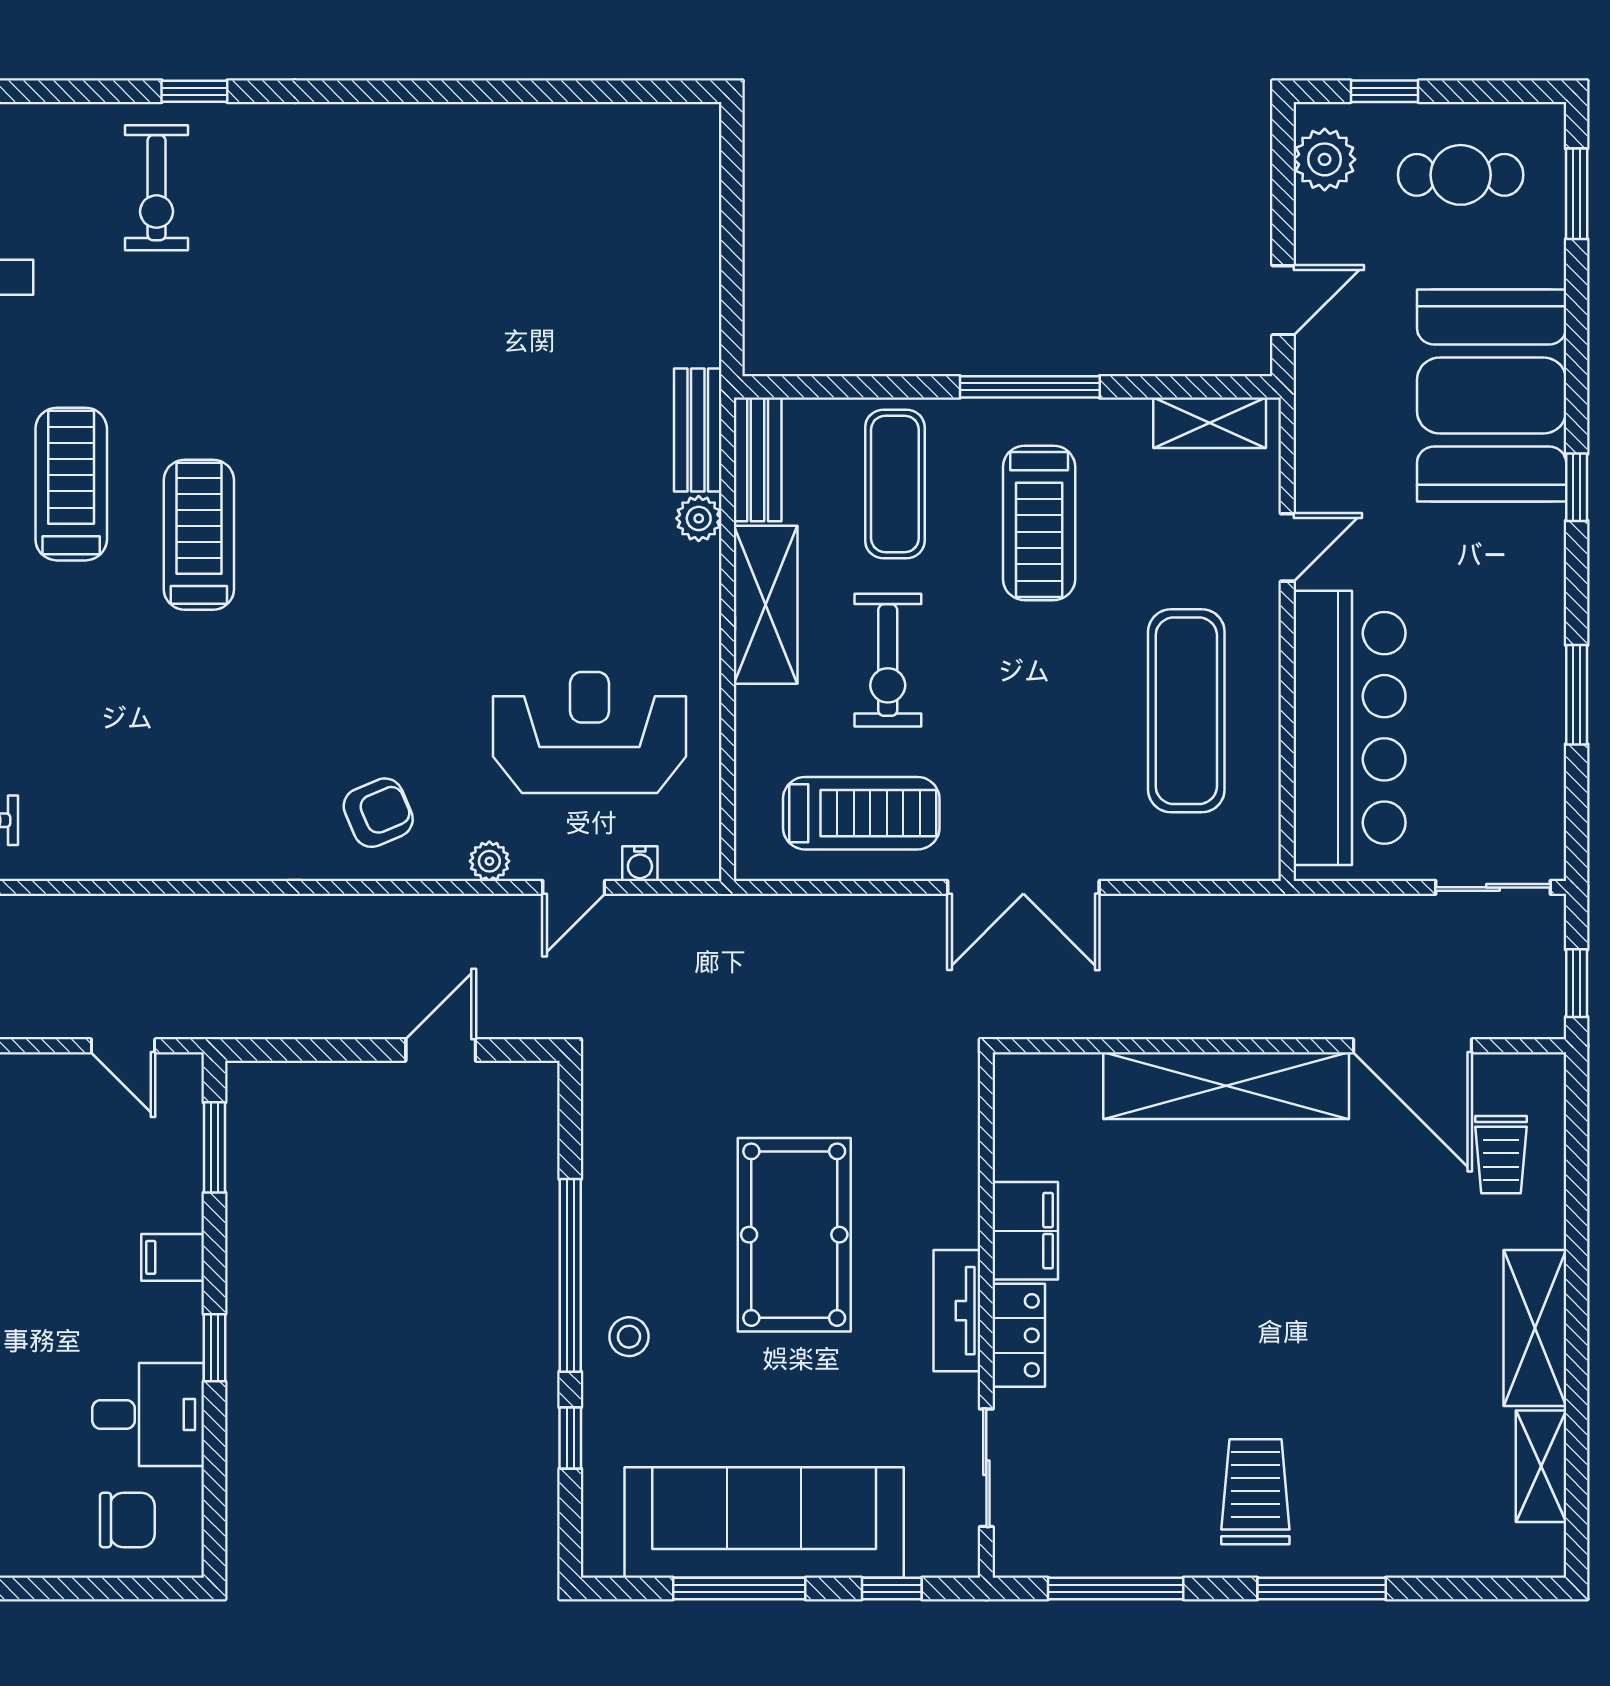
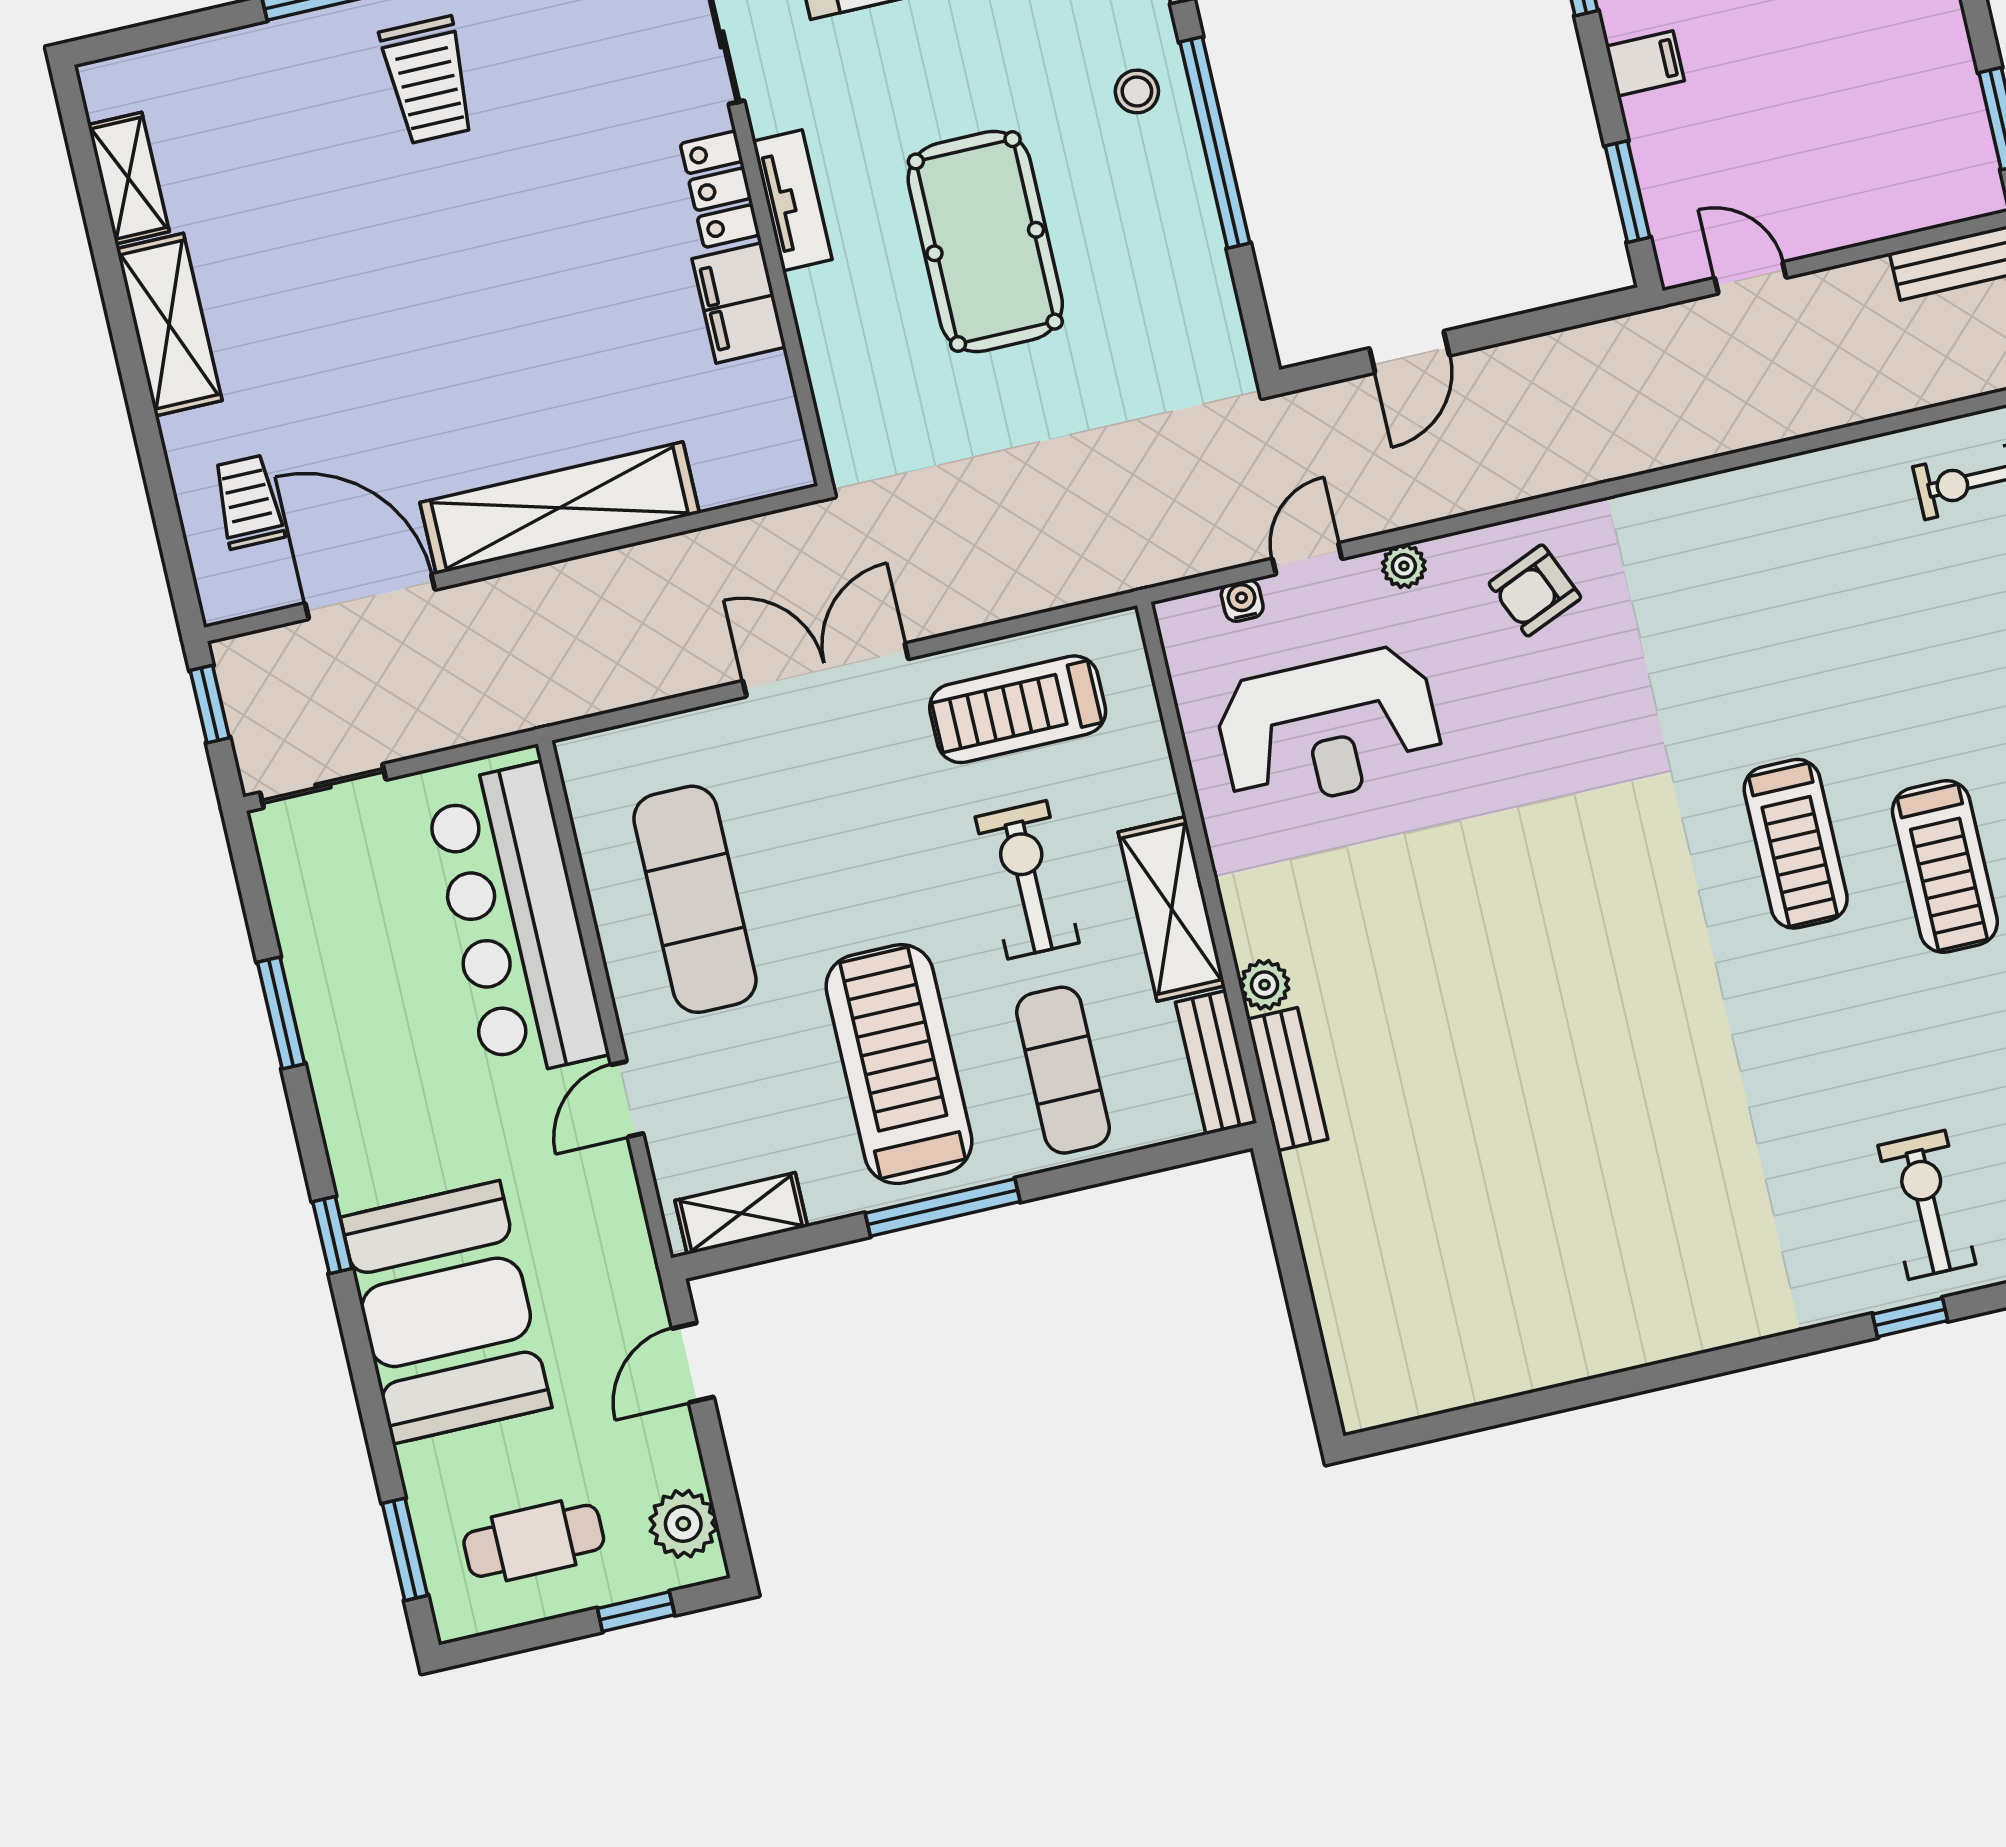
treadmill: (1039, 523) -> (899, 1064), width x1.37, depth x1.38

